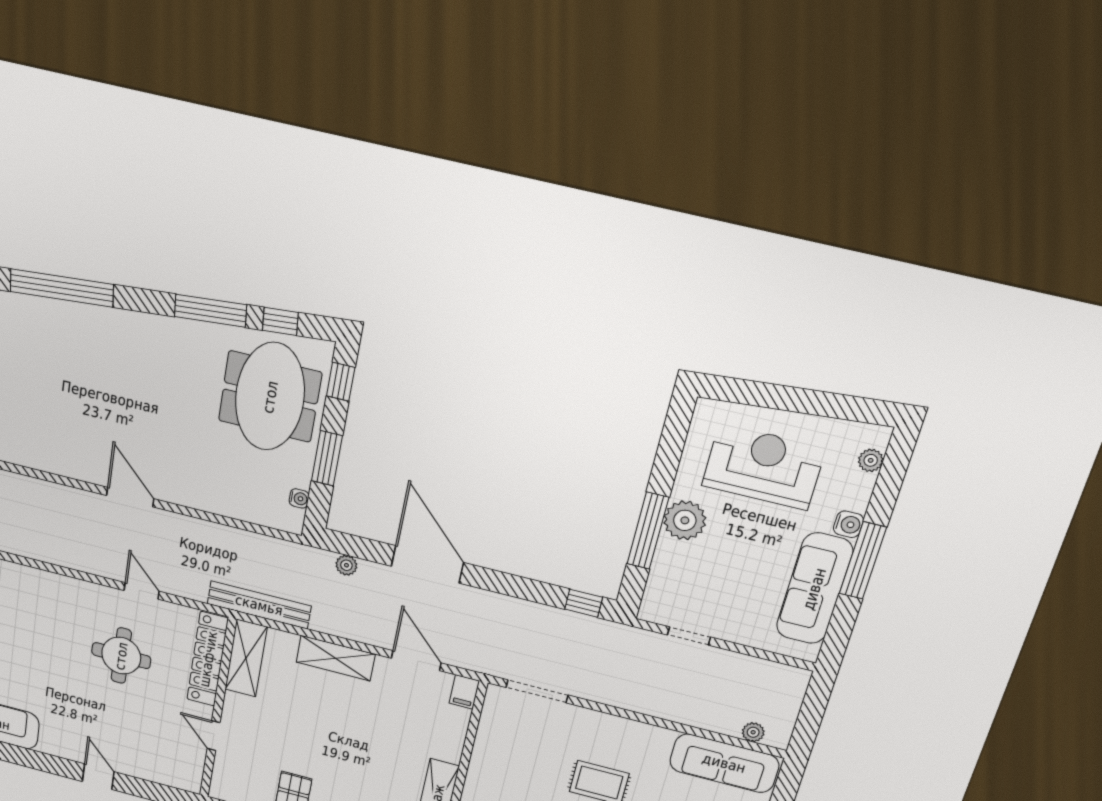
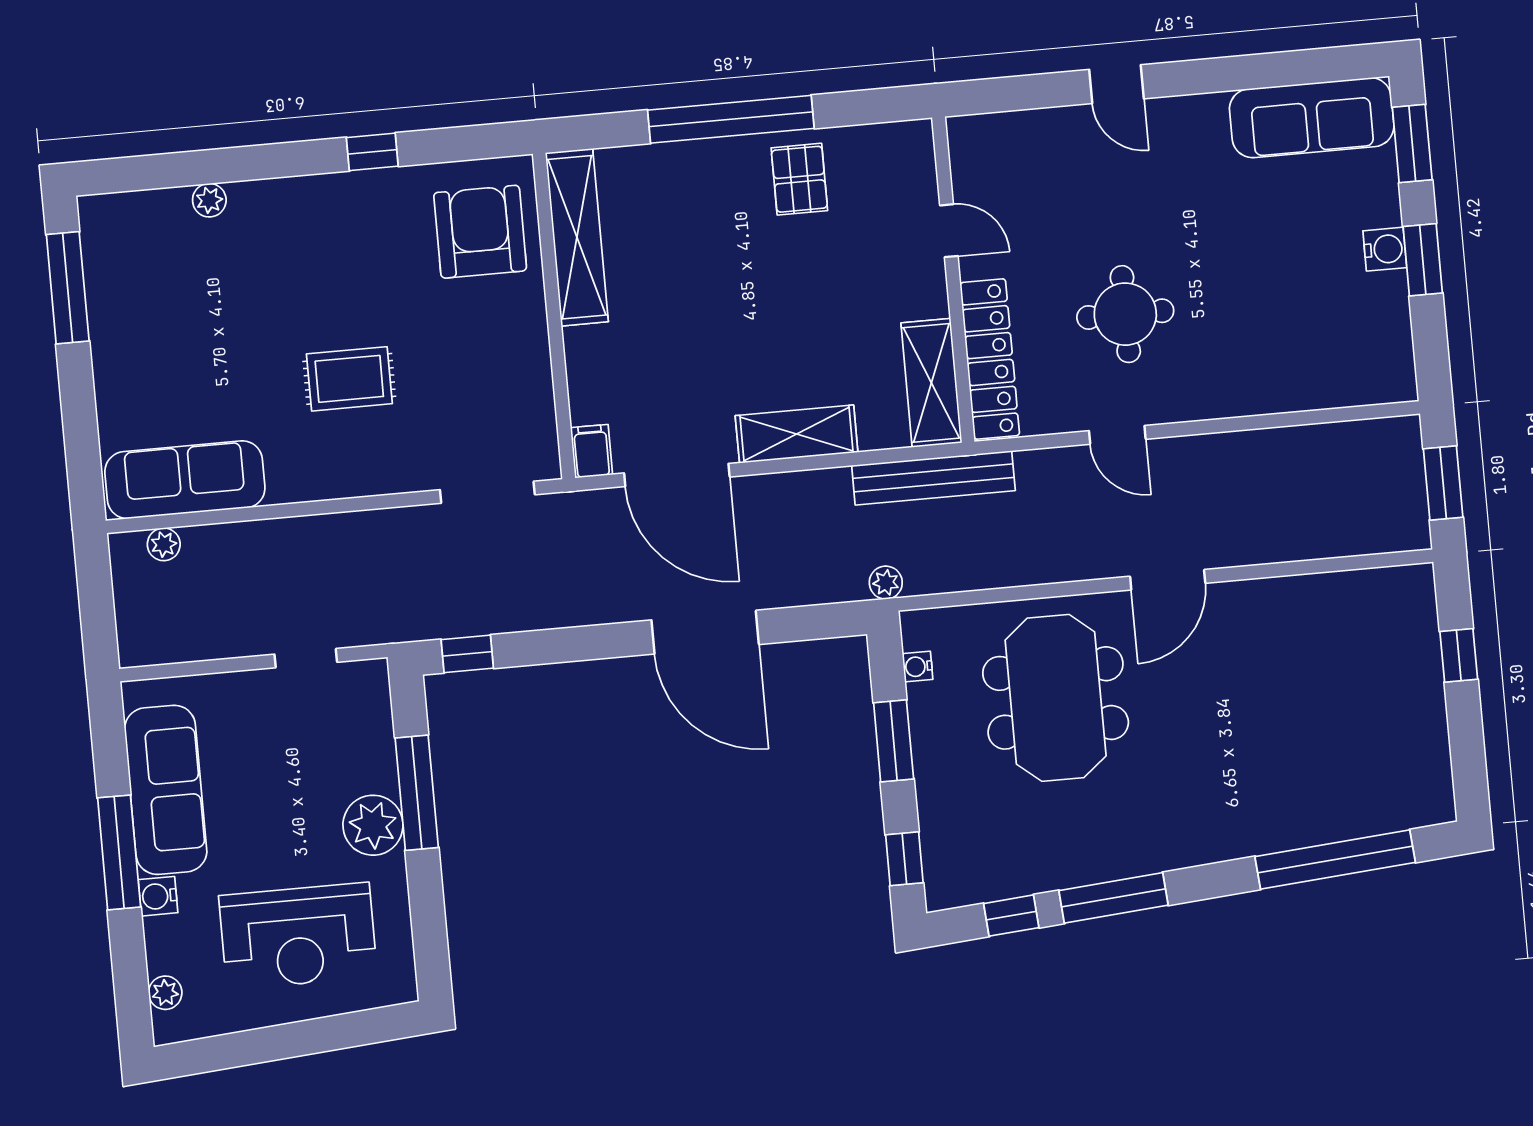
meeting table: (270, 397) -> (1056, 698), moved
door: (130, 497) -> (1168, 580), hinge flipped
plant: (346, 565) -> (886, 583), moved
door: (416, 661) -> (677, 475), width x1.36

